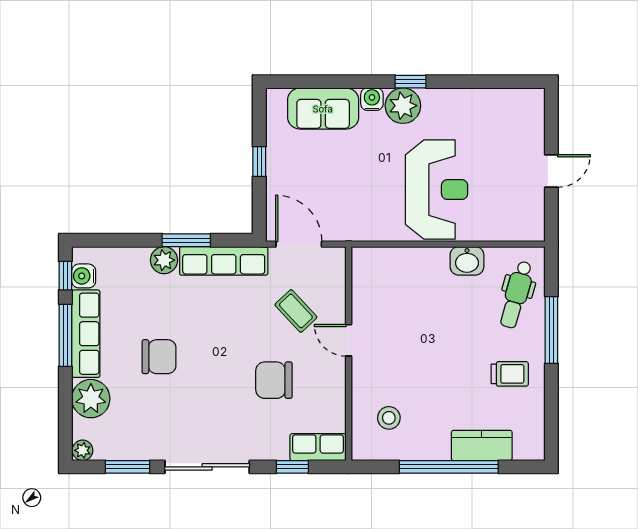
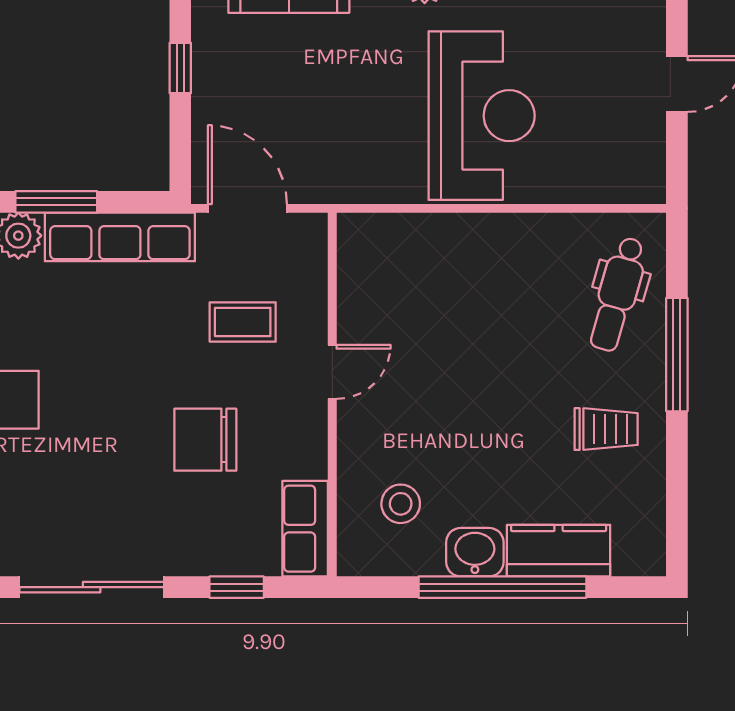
washbasin: (467, 261) -> (475, 552), moved, turned 180
coffee table: (296, 311) -> (243, 322), turned -47
door: (349, 340) -> (332, 372), swing flipped
row of seats: (318, 447) -> (305, 529), moved, turned -90

